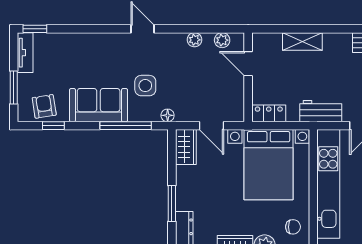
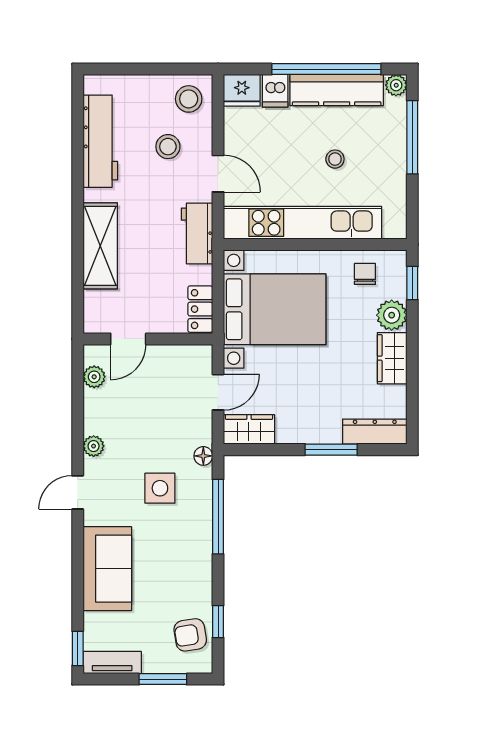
plant: (194, 40) -> (94, 446), moved
shelving: (302, 41) -> (100, 246), width x1.50, depth x1.33
sofa: (99, 105) -> (107, 569), moved, turned 180

